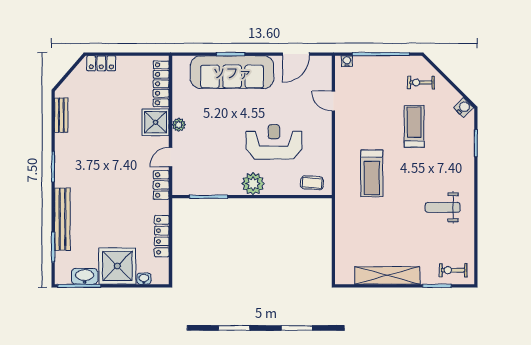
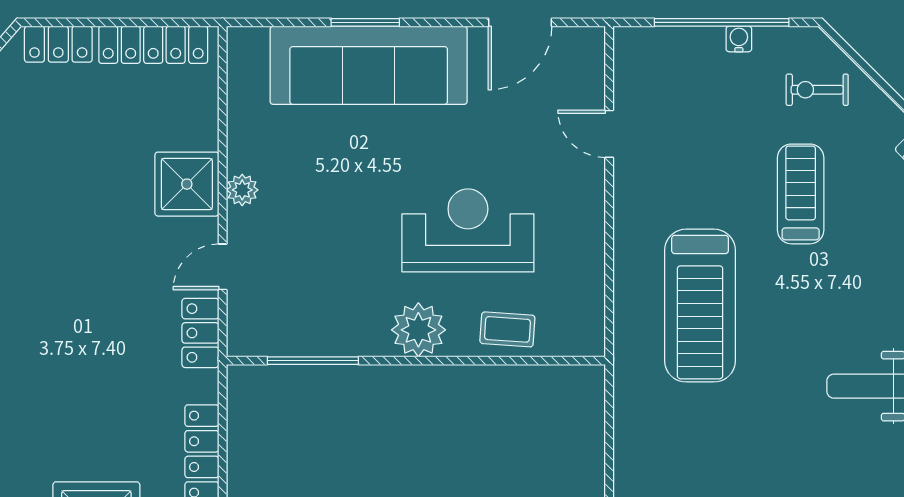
water cooler: (347, 61) -> (739, 39), moved
locker: (161, 84) -> (153, 45), moved, turned -90
treadmill: (372, 173) -> (700, 306), width x1.37, depth x1.37
coffee table: (312, 183) -> (507, 329), moved

